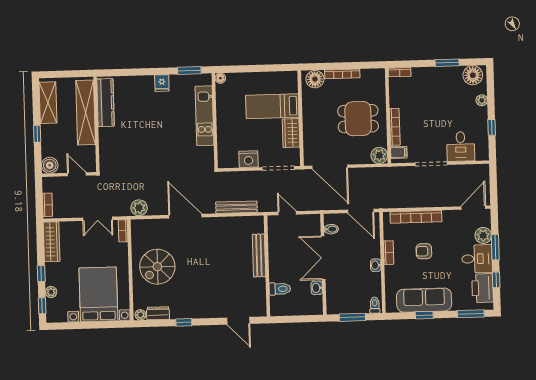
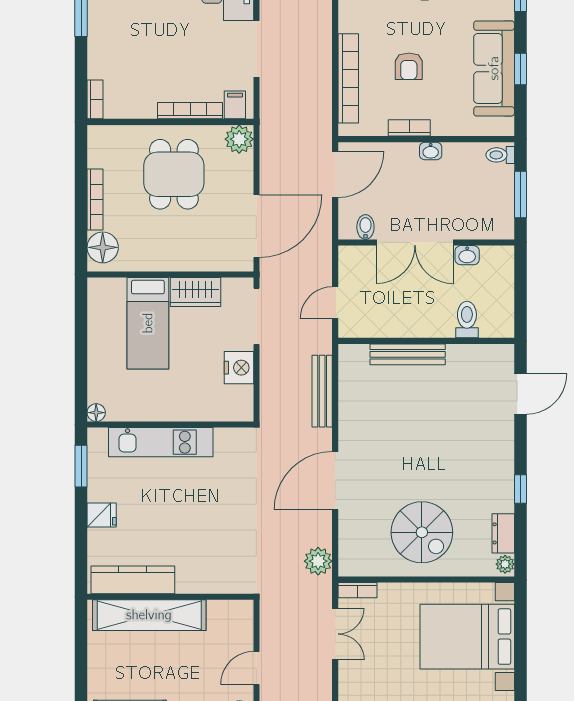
kitchen counter: (105, 103) -> (133, 580), moved
shelving: (86, 113) -> (149, 615), moved
wall: (96, 124) -> (170, 597), moved

